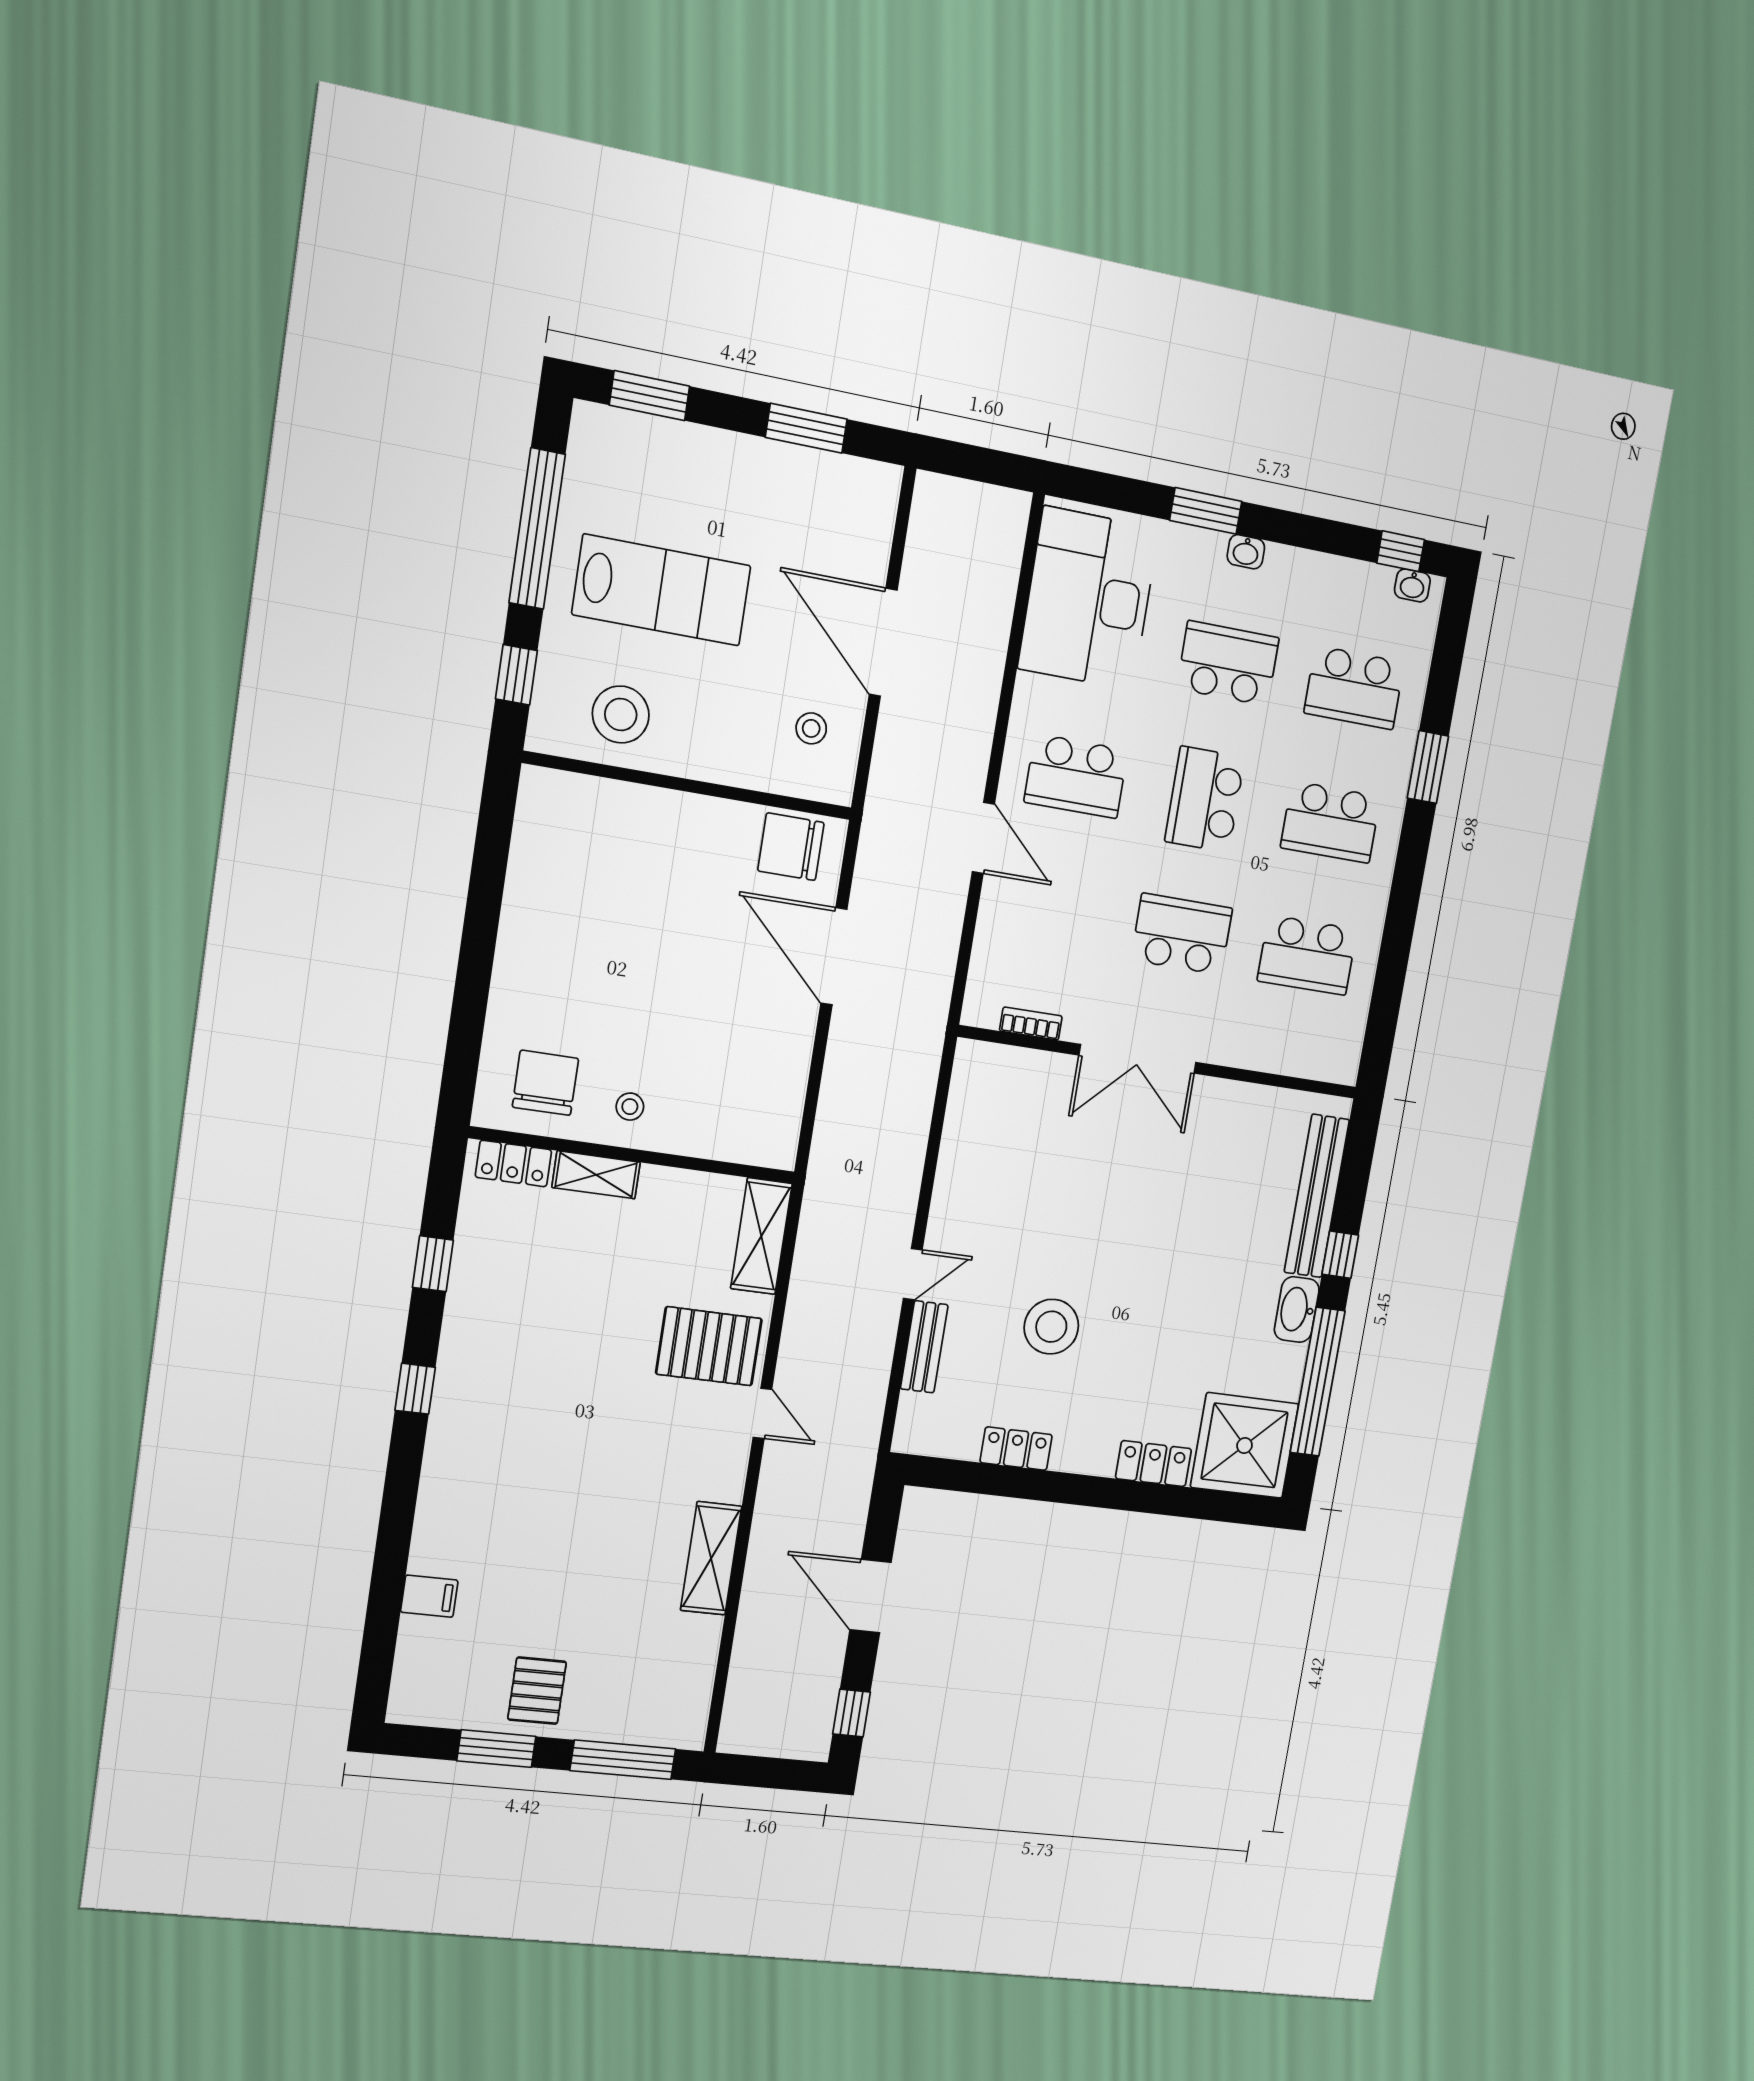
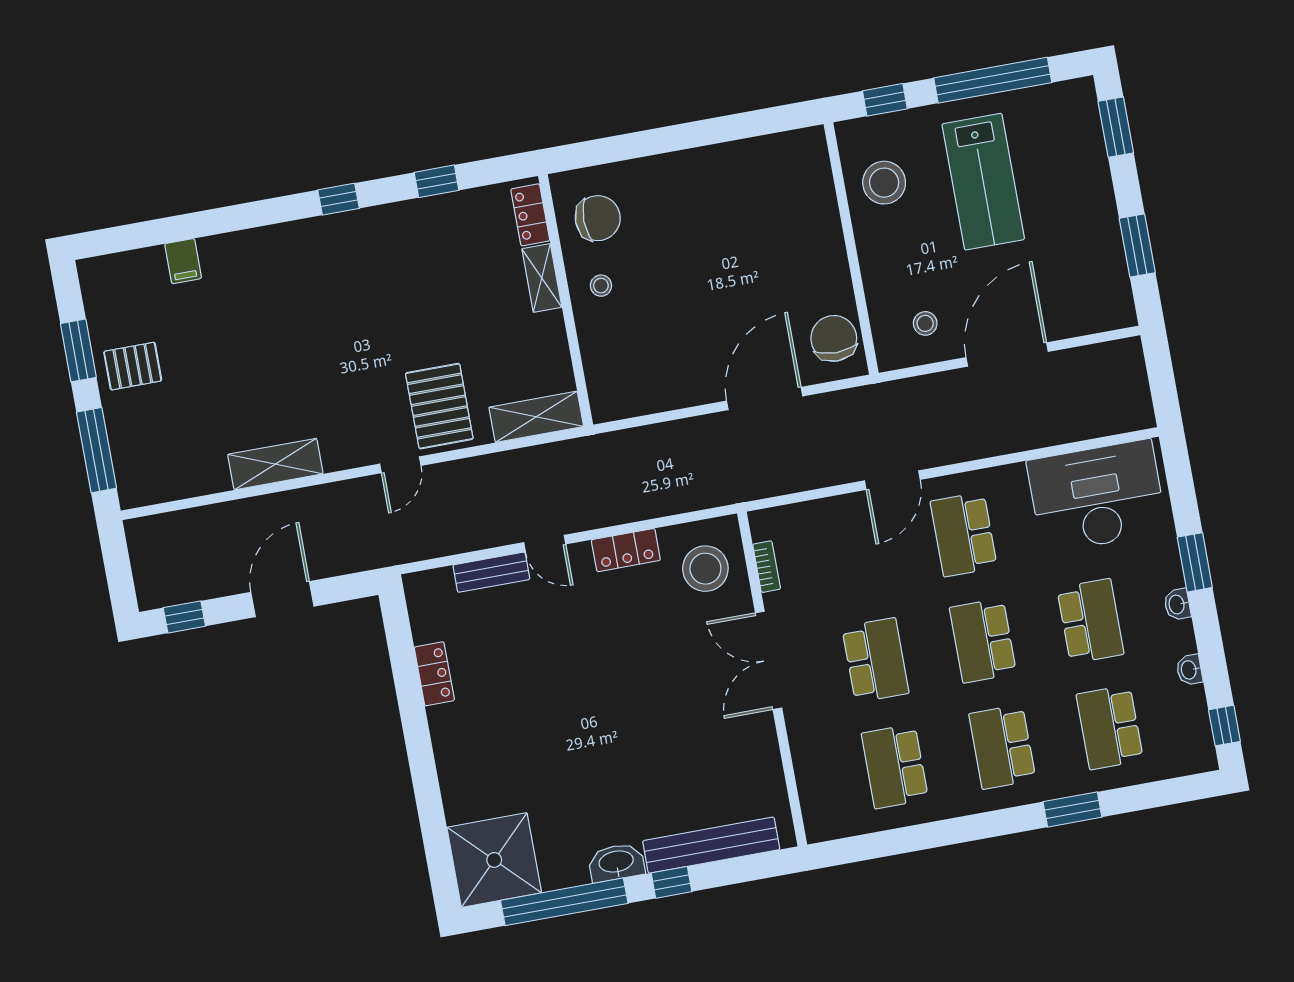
washbasin: (1412, 585) -> (1189, 670), moved
school desk: (1205, 799) -> (983, 641), turned -90
stool: (1051, 1327) -> (705, 569), moved
locker: (1153, 1464) -> (626, 550), moved, turned 90

